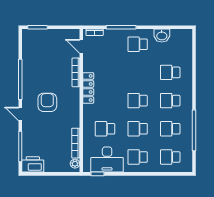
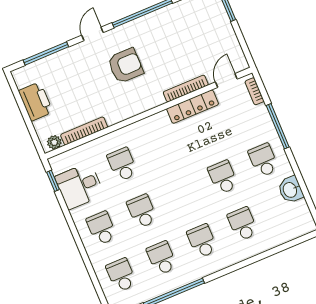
locker: (88, 88) -> (193, 107), moved
school desk: (138, 101) -> (223, 177), moved
desk: (107, 160) -> (79, 186), width x0.73
printer: (33, 164) -> (36, 101), moved

